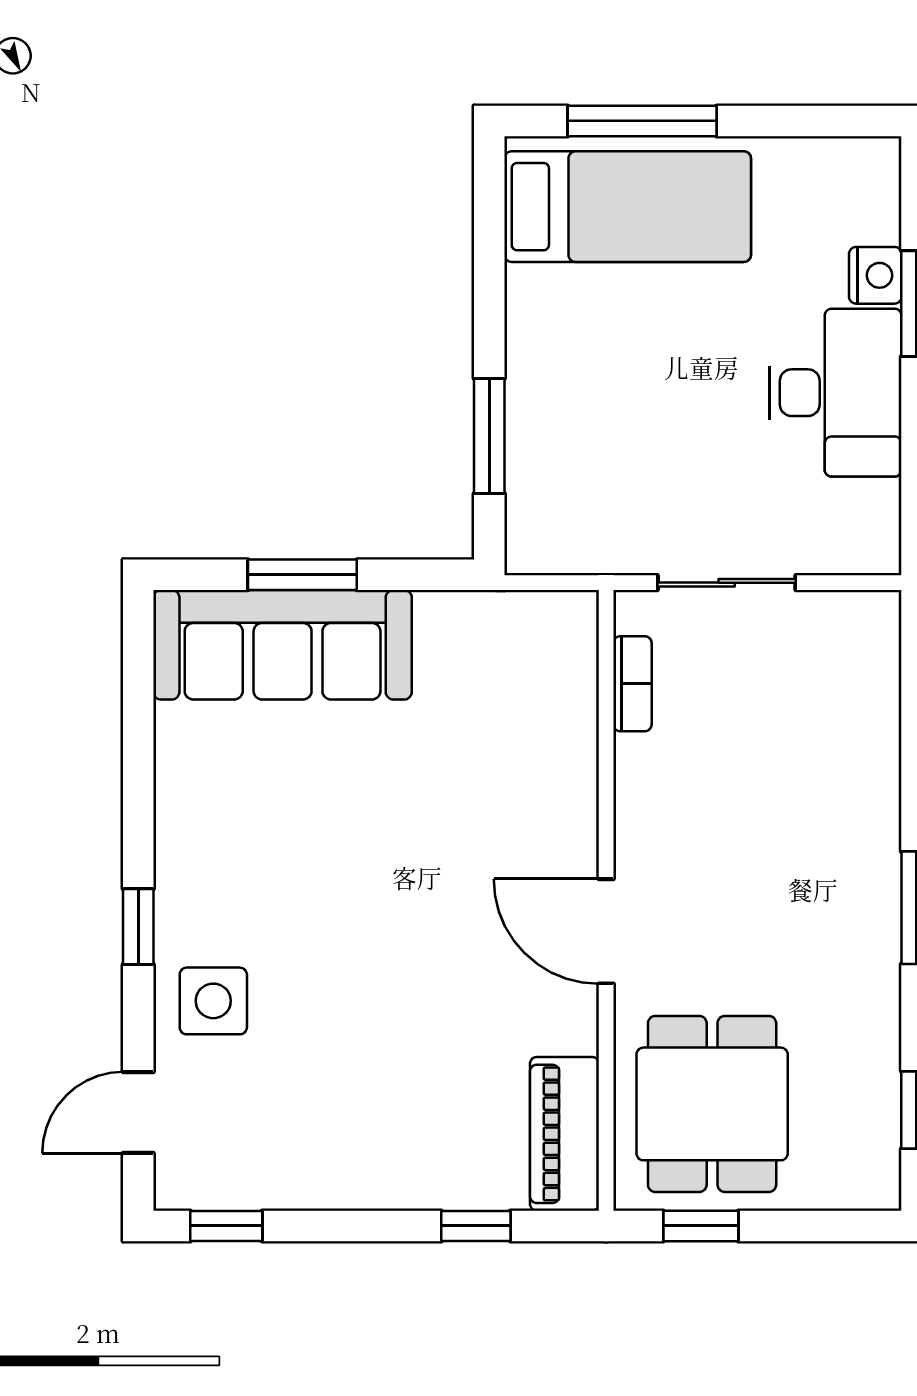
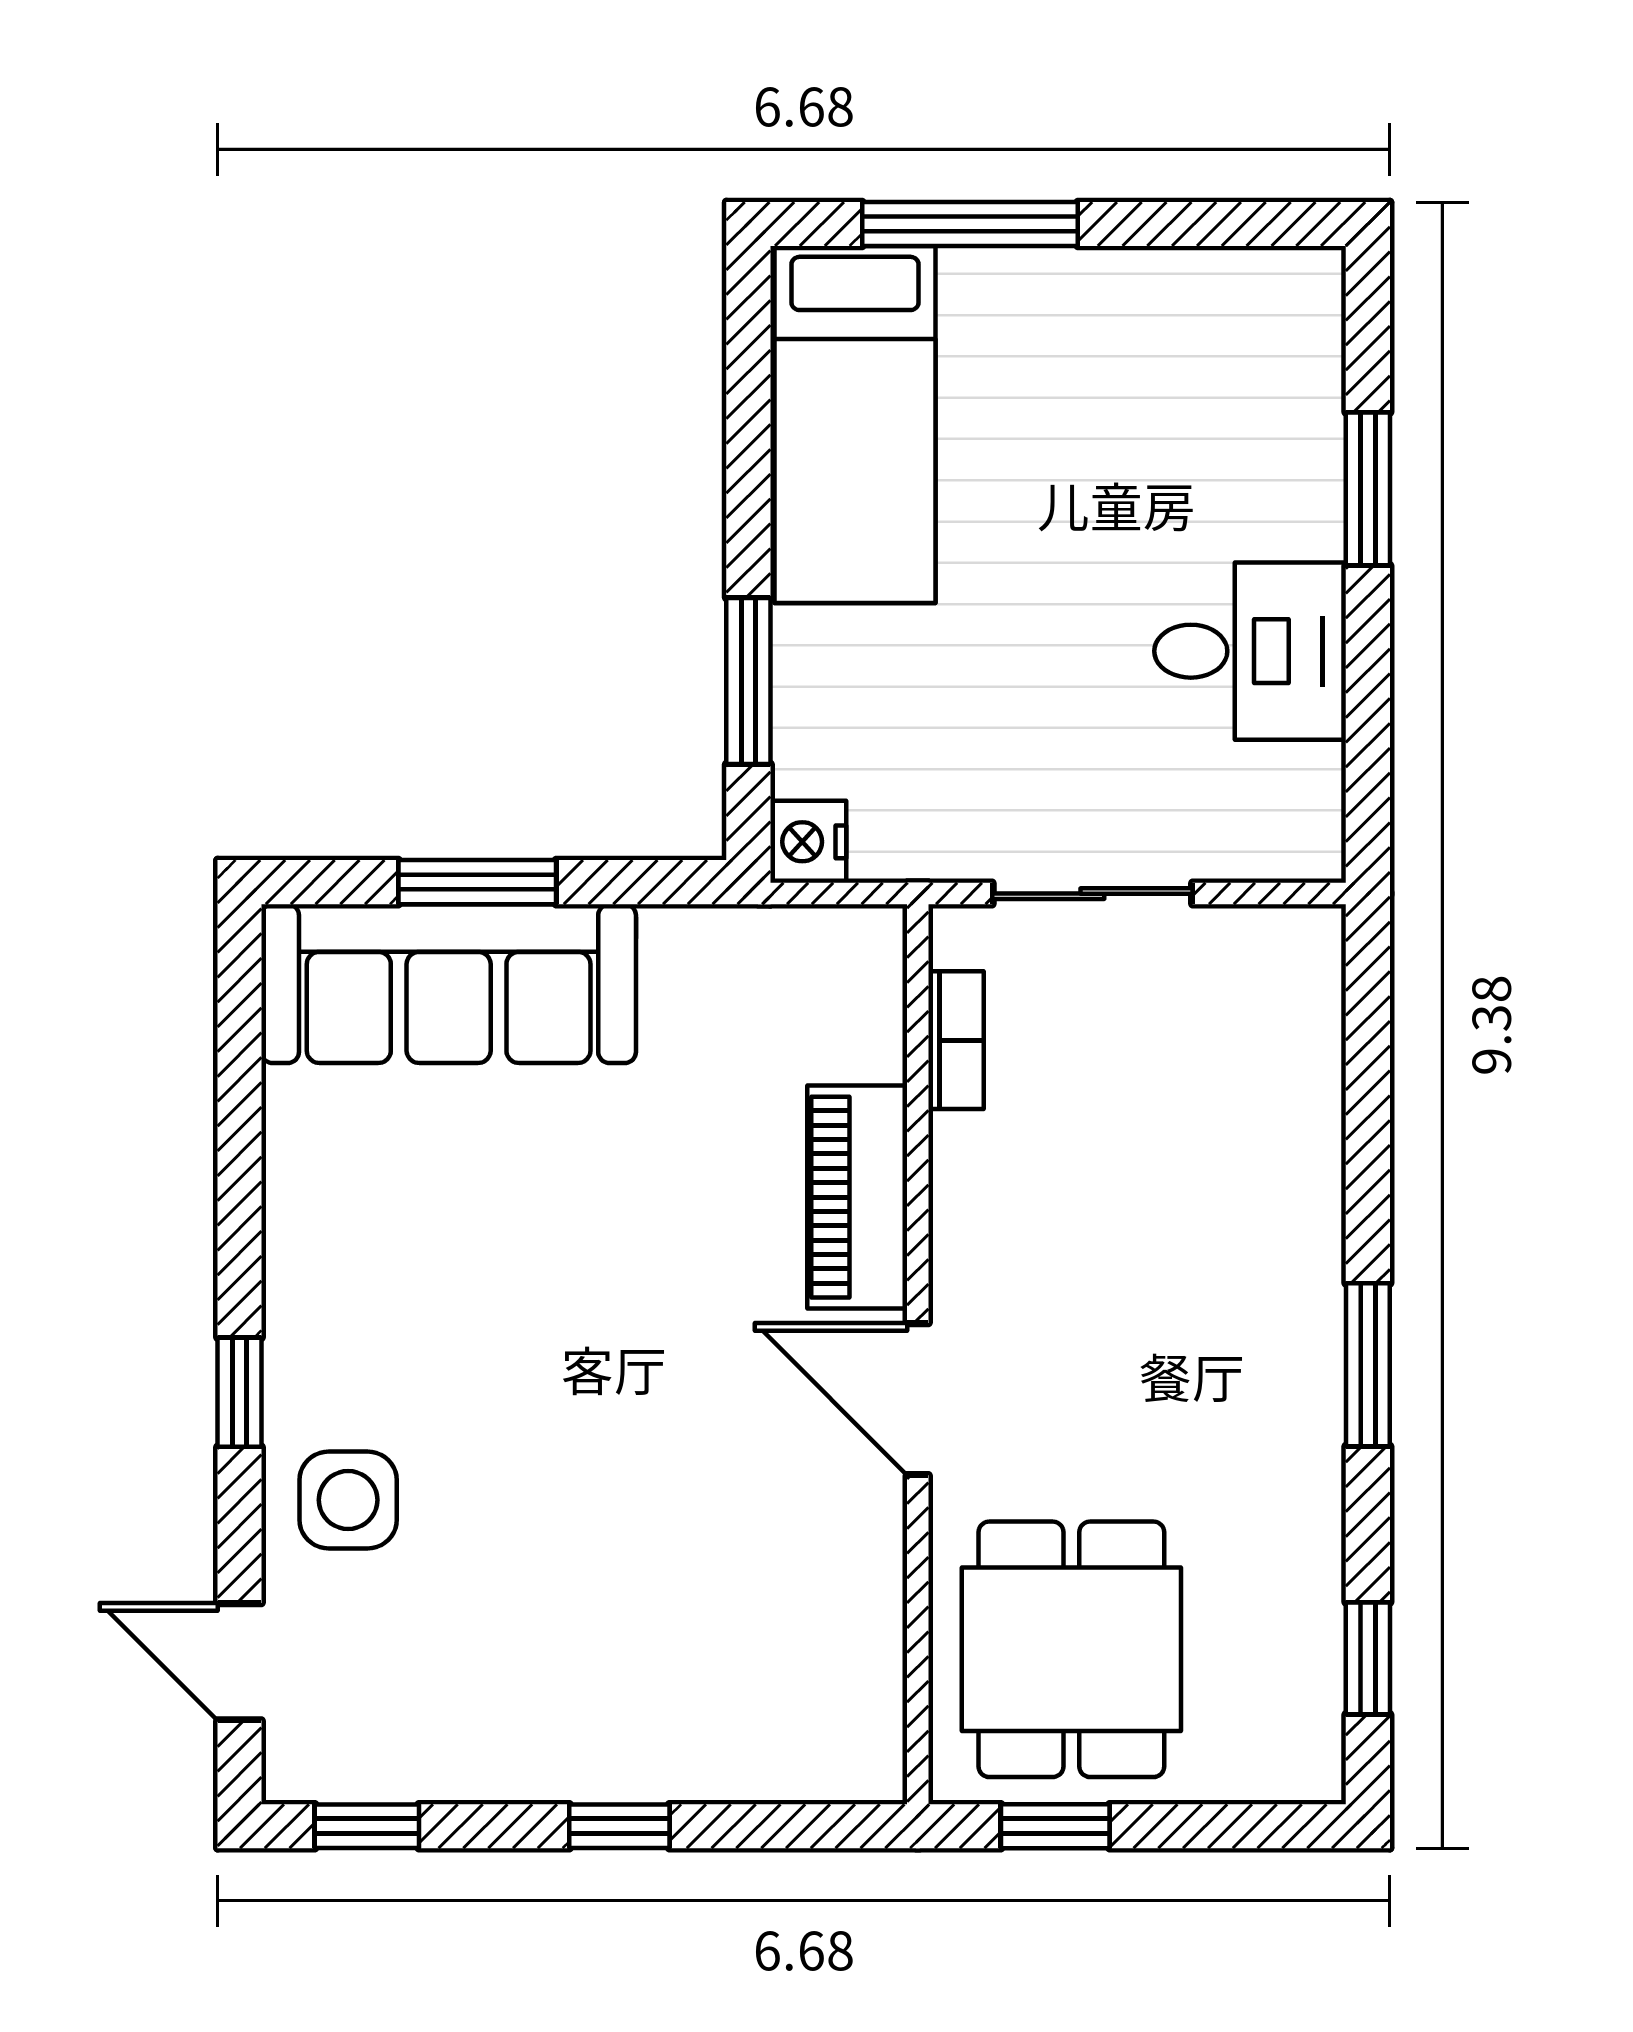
bed: (628, 207) -> (855, 425), moved, turned 90
nightstand: (875, 275) -> (808, 842), moved, turned 180
desk: (835, 393) -> (1250, 651), width x0.73
door: (138, 1113) -> (239, 1662), hinge flipped
piano: (564, 1134) -> (857, 1197), moved
window: (476, 1226) -> (619, 1826), moved

